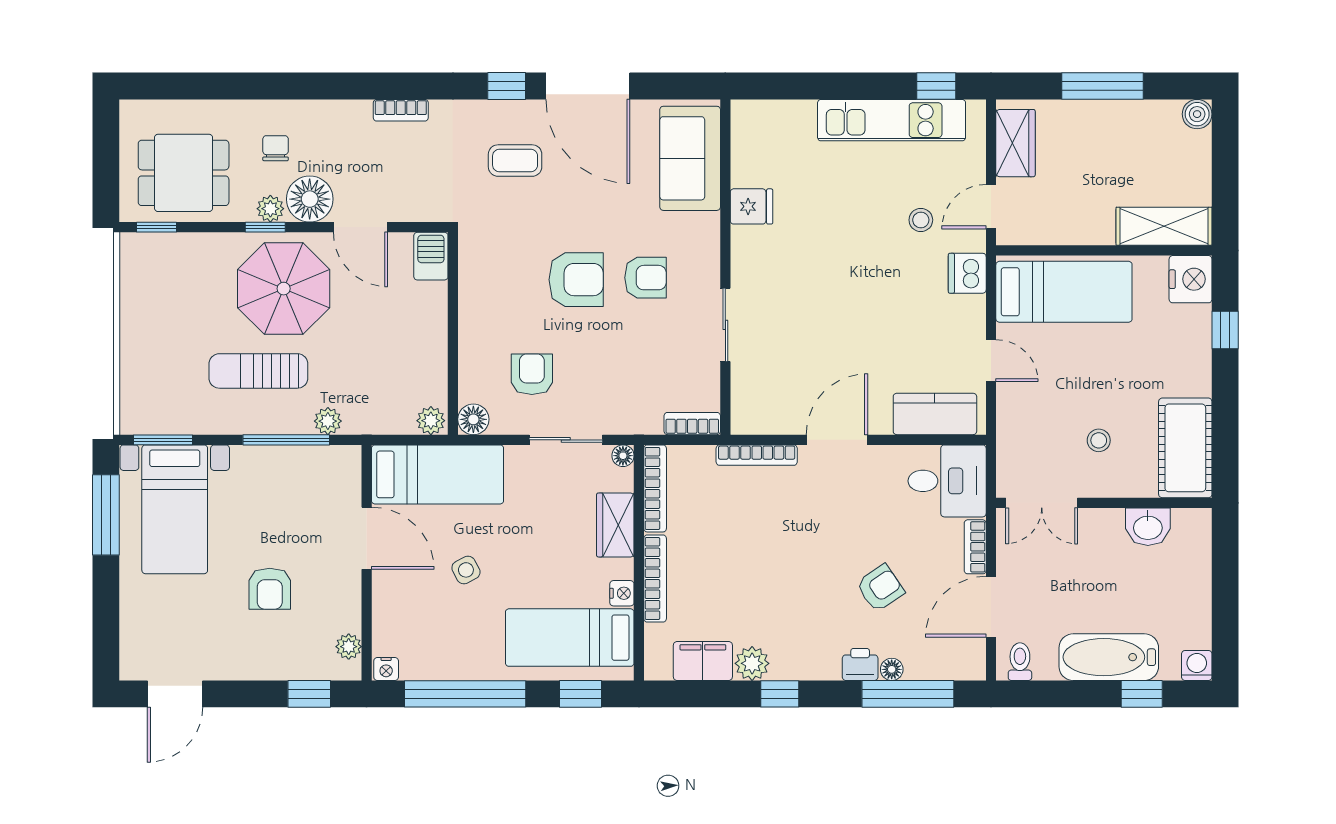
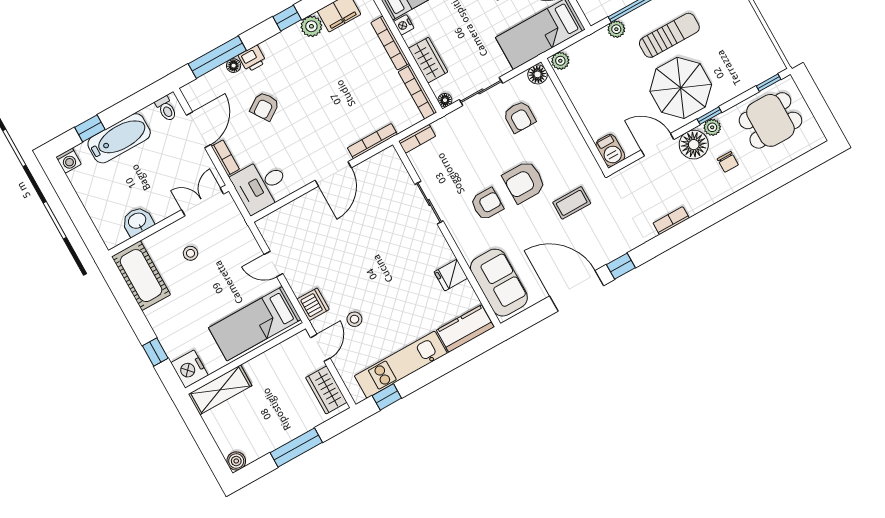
coffee table: (515, 161) -> (572, 203), moved
armchair: (645, 278) -> (487, 204), turned 180
kitchen counter: (935, 414) -> (465, 329), moved, turned 180

